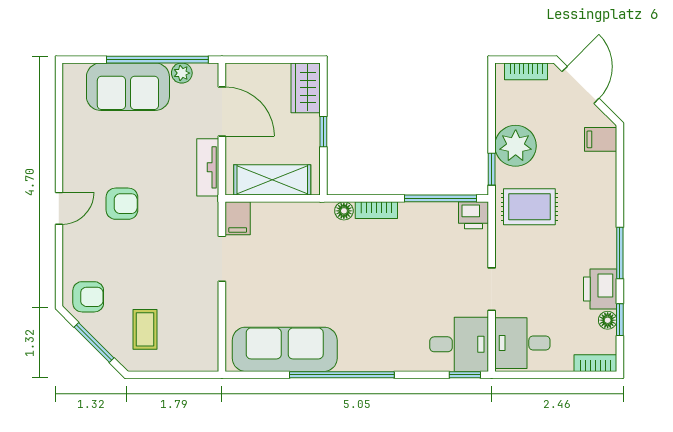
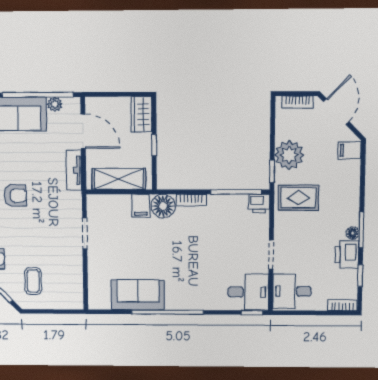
floor lamp: (344, 211) -> (163, 206), width x1.89, depth x1.89
filing cabinet: (238, 218) -> (141, 206), moved
floor lamp: (608, 320) -> (353, 233), moved
sofa: (285, 349) -> (138, 295), width x0.73

